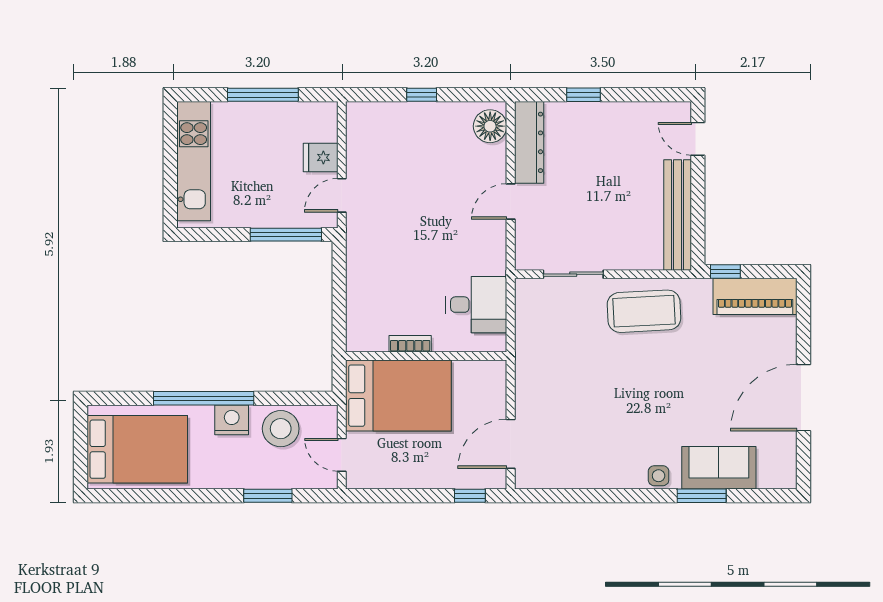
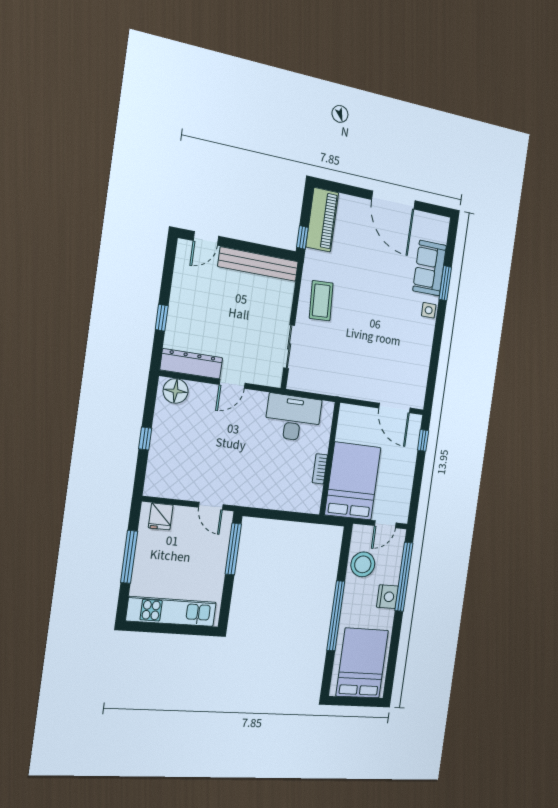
fridge: (321, 157) -> (161, 516), moved
door: (511, 201) -> (232, 384), hinge flipped
desk: (476, 305) -> (293, 418), width x1.37
coffee table: (644, 311) -> (321, 301), width x0.73, depth x0.76
nightstand: (232, 420) -> (387, 597), moved, turned 180
window: (268, 496) -> (404, 577), width x2.11

